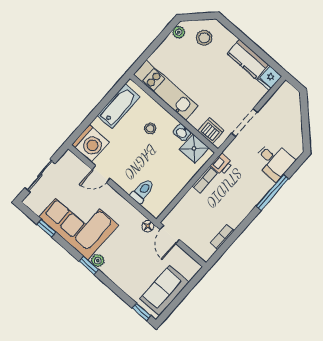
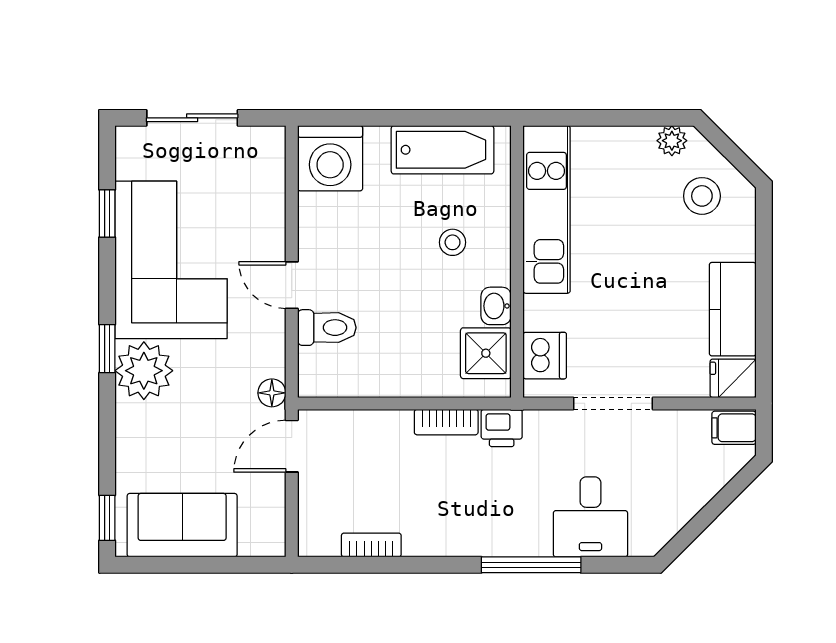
filing cabinet: (285, 91) -> (734, 428), added
door: (101, 174) -> (292, 285), moved
plant: (98, 261) -> (144, 371), width x1.88, depth x1.88

